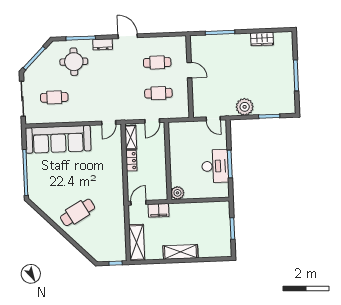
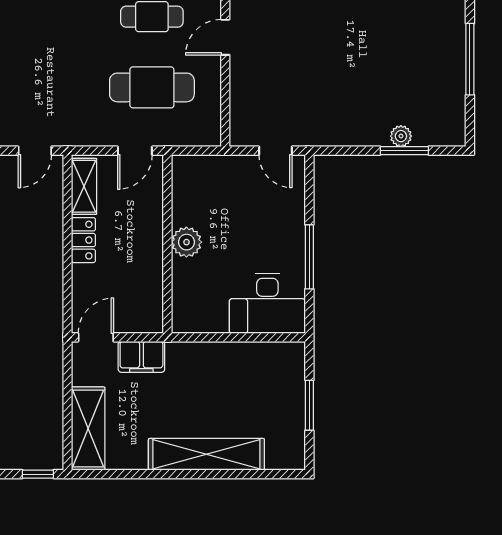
door: (189, 70) -> (225, 37), swing flipped
cafe table: (158, 93) -> (152, 87), width x1.37, depth x1.35
plant: (245, 107) -> (401, 136), moved, width x0.53, depth x0.53
desk: (215, 166) -> (267, 303), moved, turned 90
plant: (177, 193) -> (186, 242), moved
shelving: (180, 252) -> (206, 454), width x1.47

